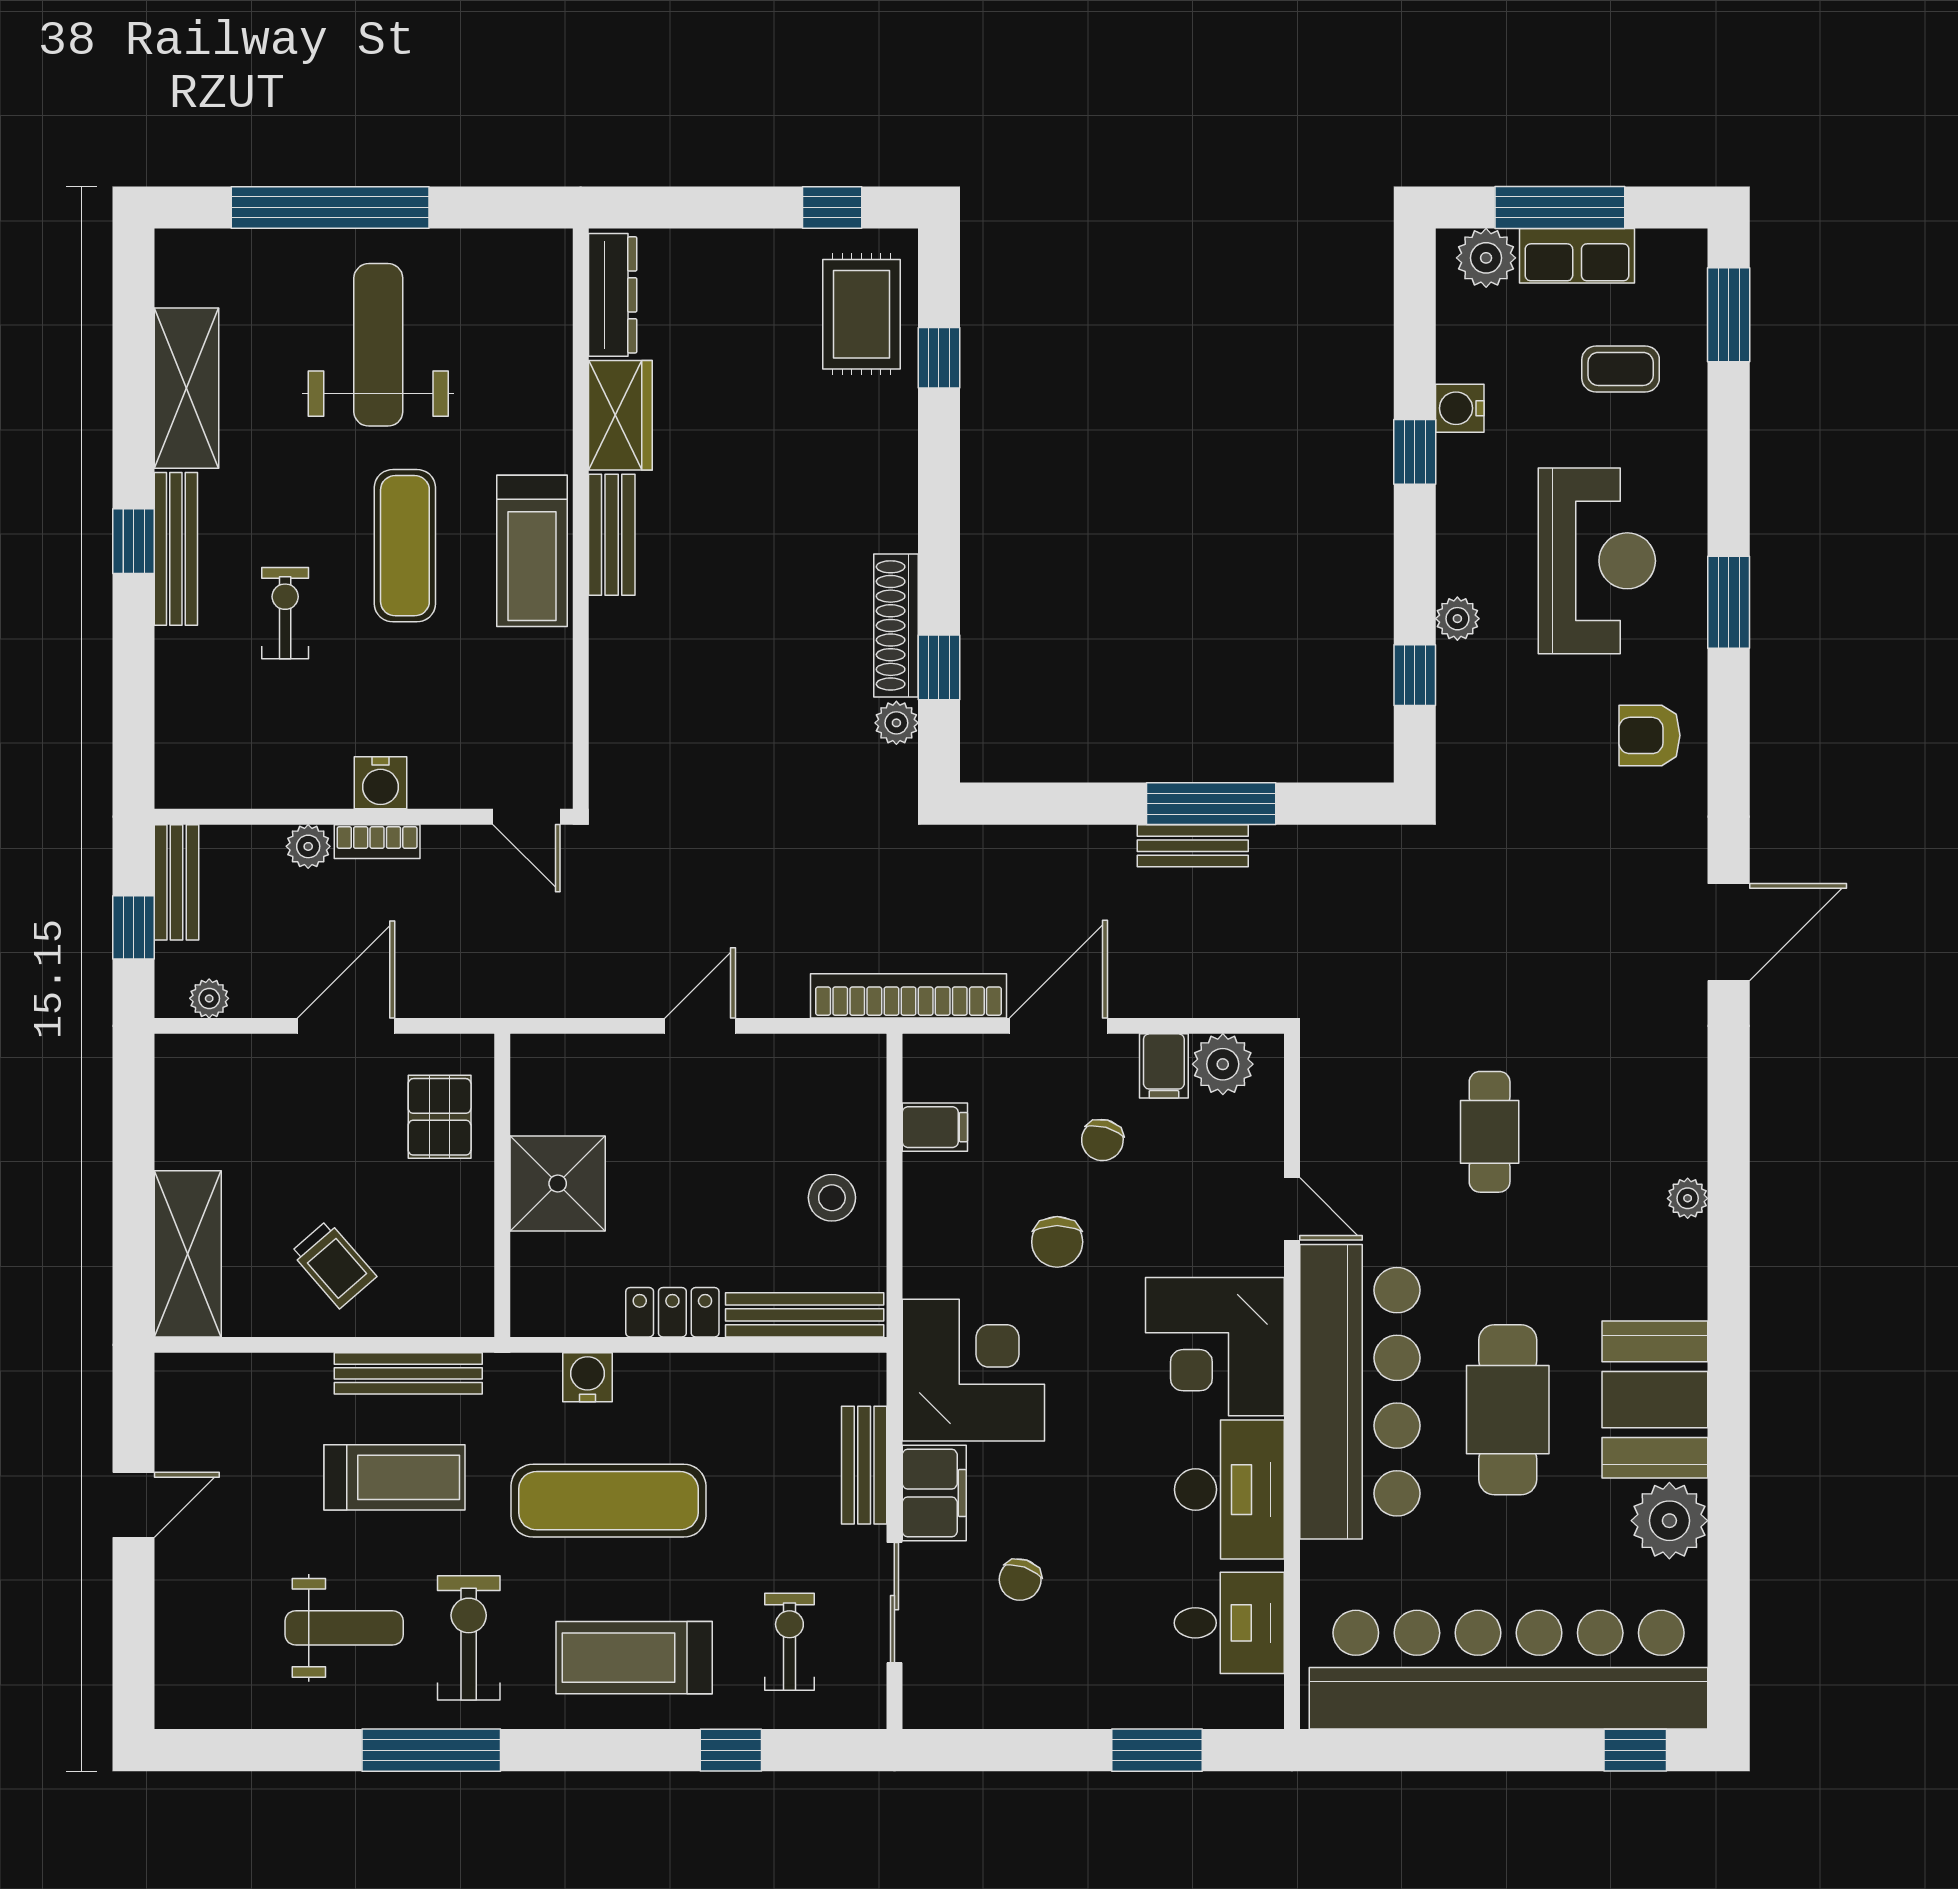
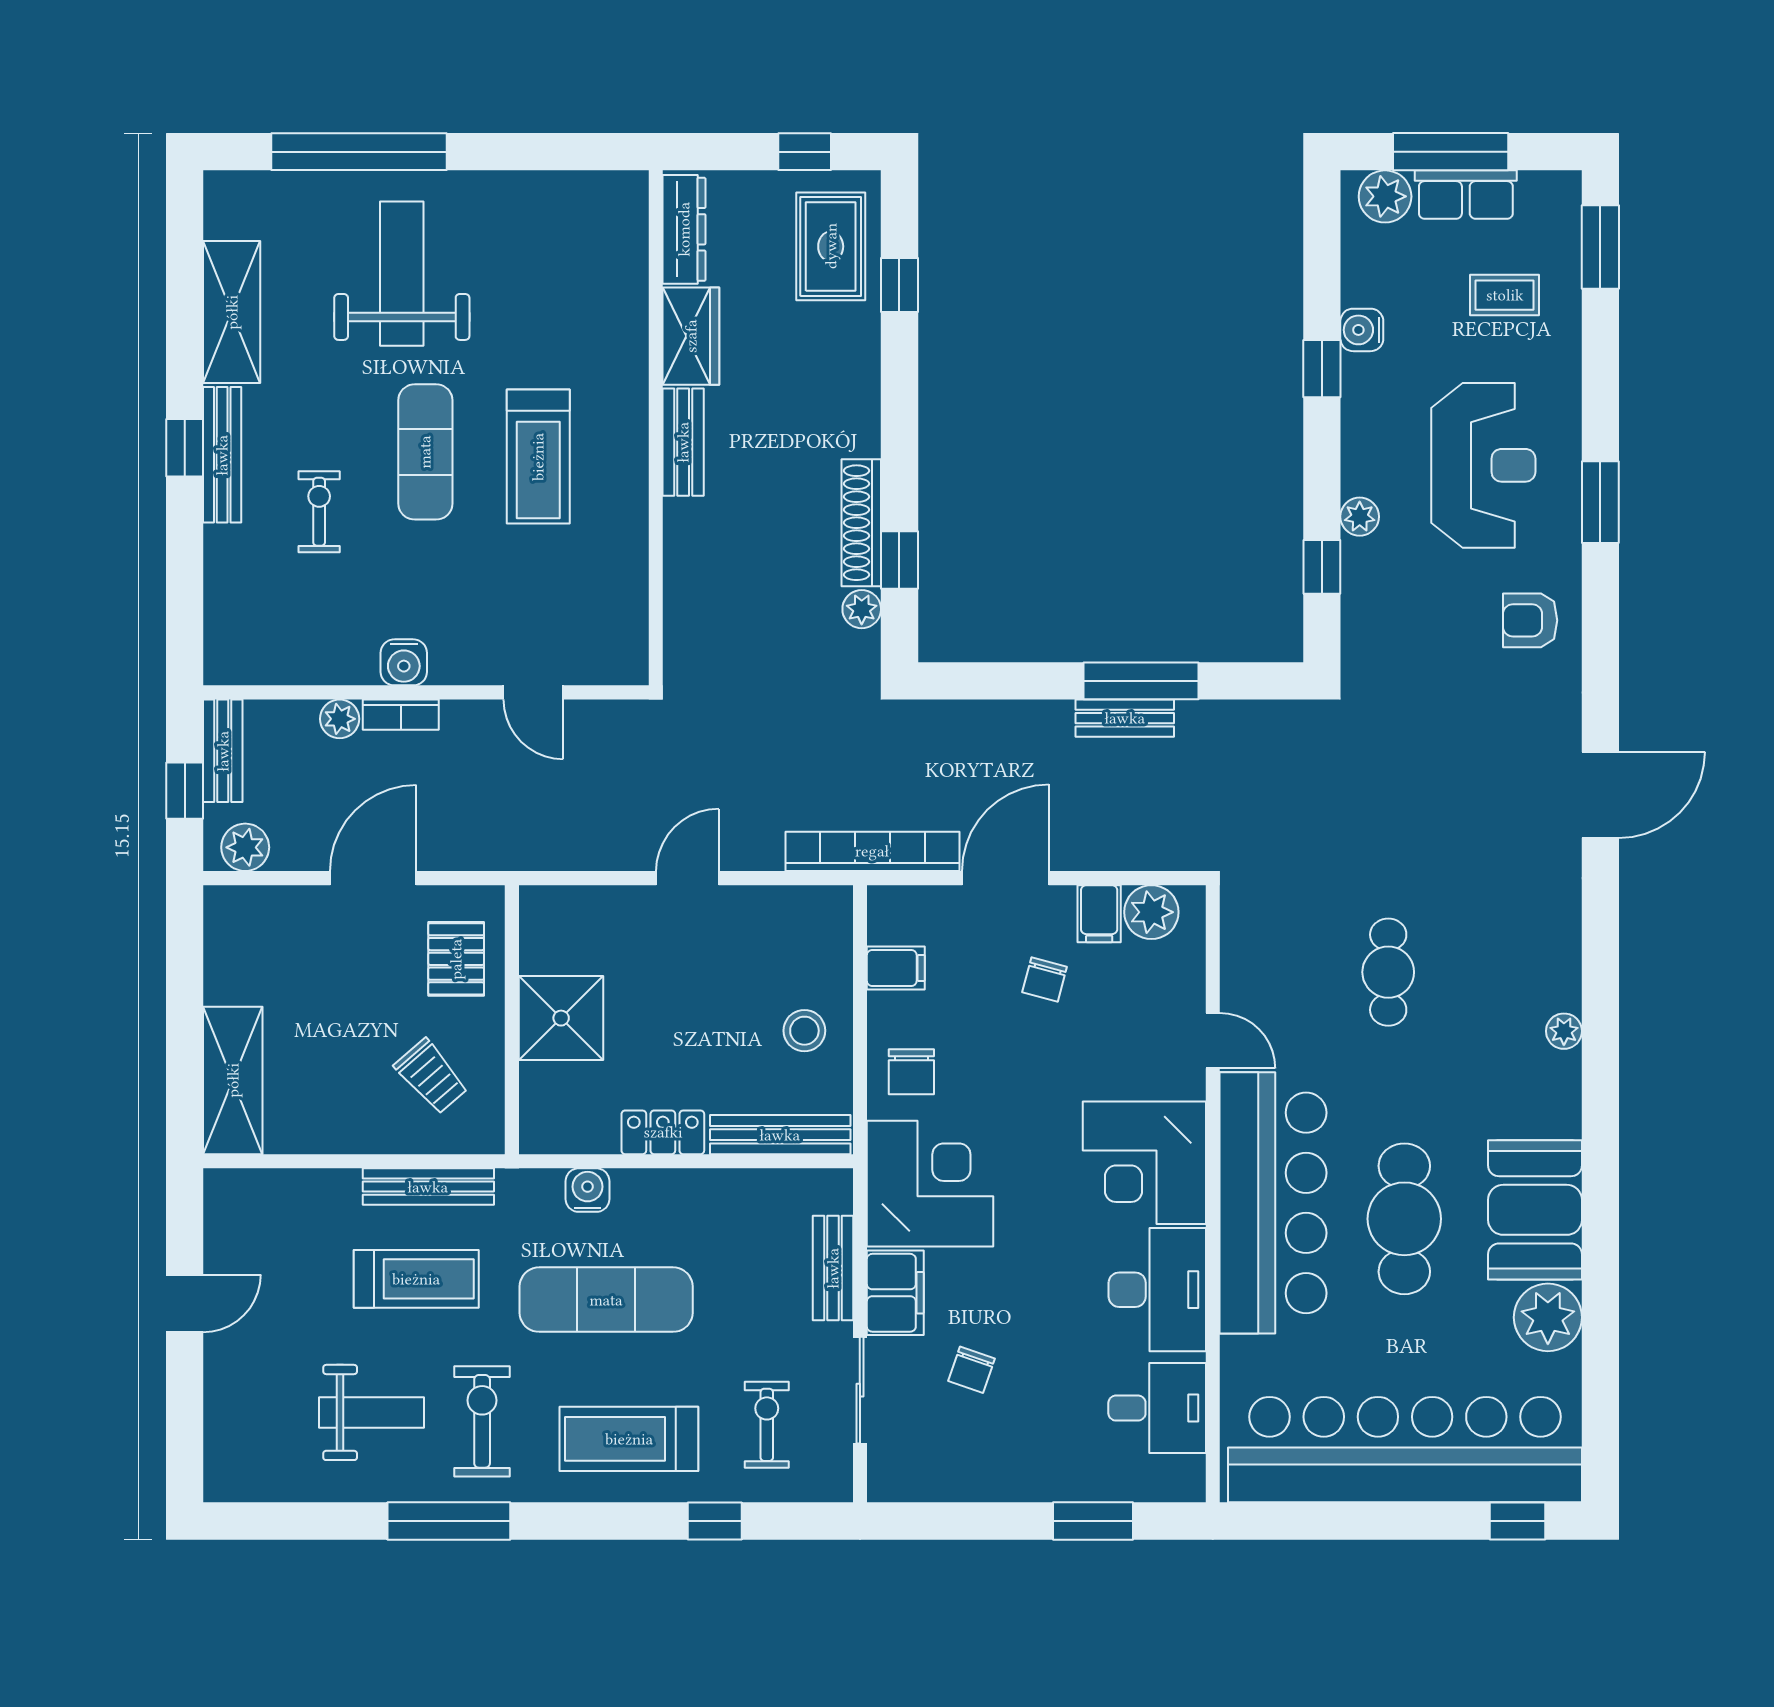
dresser: (613, 295) -> (684, 229), moved
wardrobe: (620, 415) -> (691, 336), moved
wall: (581, 519) -> (656, 428), moved
bench: (612, 535) -> (683, 442), moved
plant: (209, 998) -> (245, 847), width x1.38, depth x1.38
chair: (1057, 1242) -> (911, 1072), moved
trolley: (334, 1264) -> (431, 1076), moved

